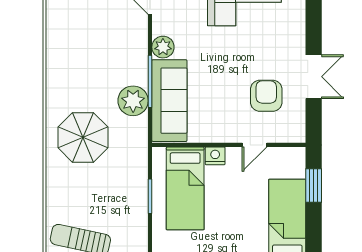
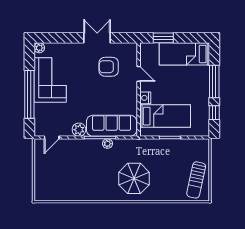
plant: (133, 101) -> (107, 144), width x0.53, depth x0.53

